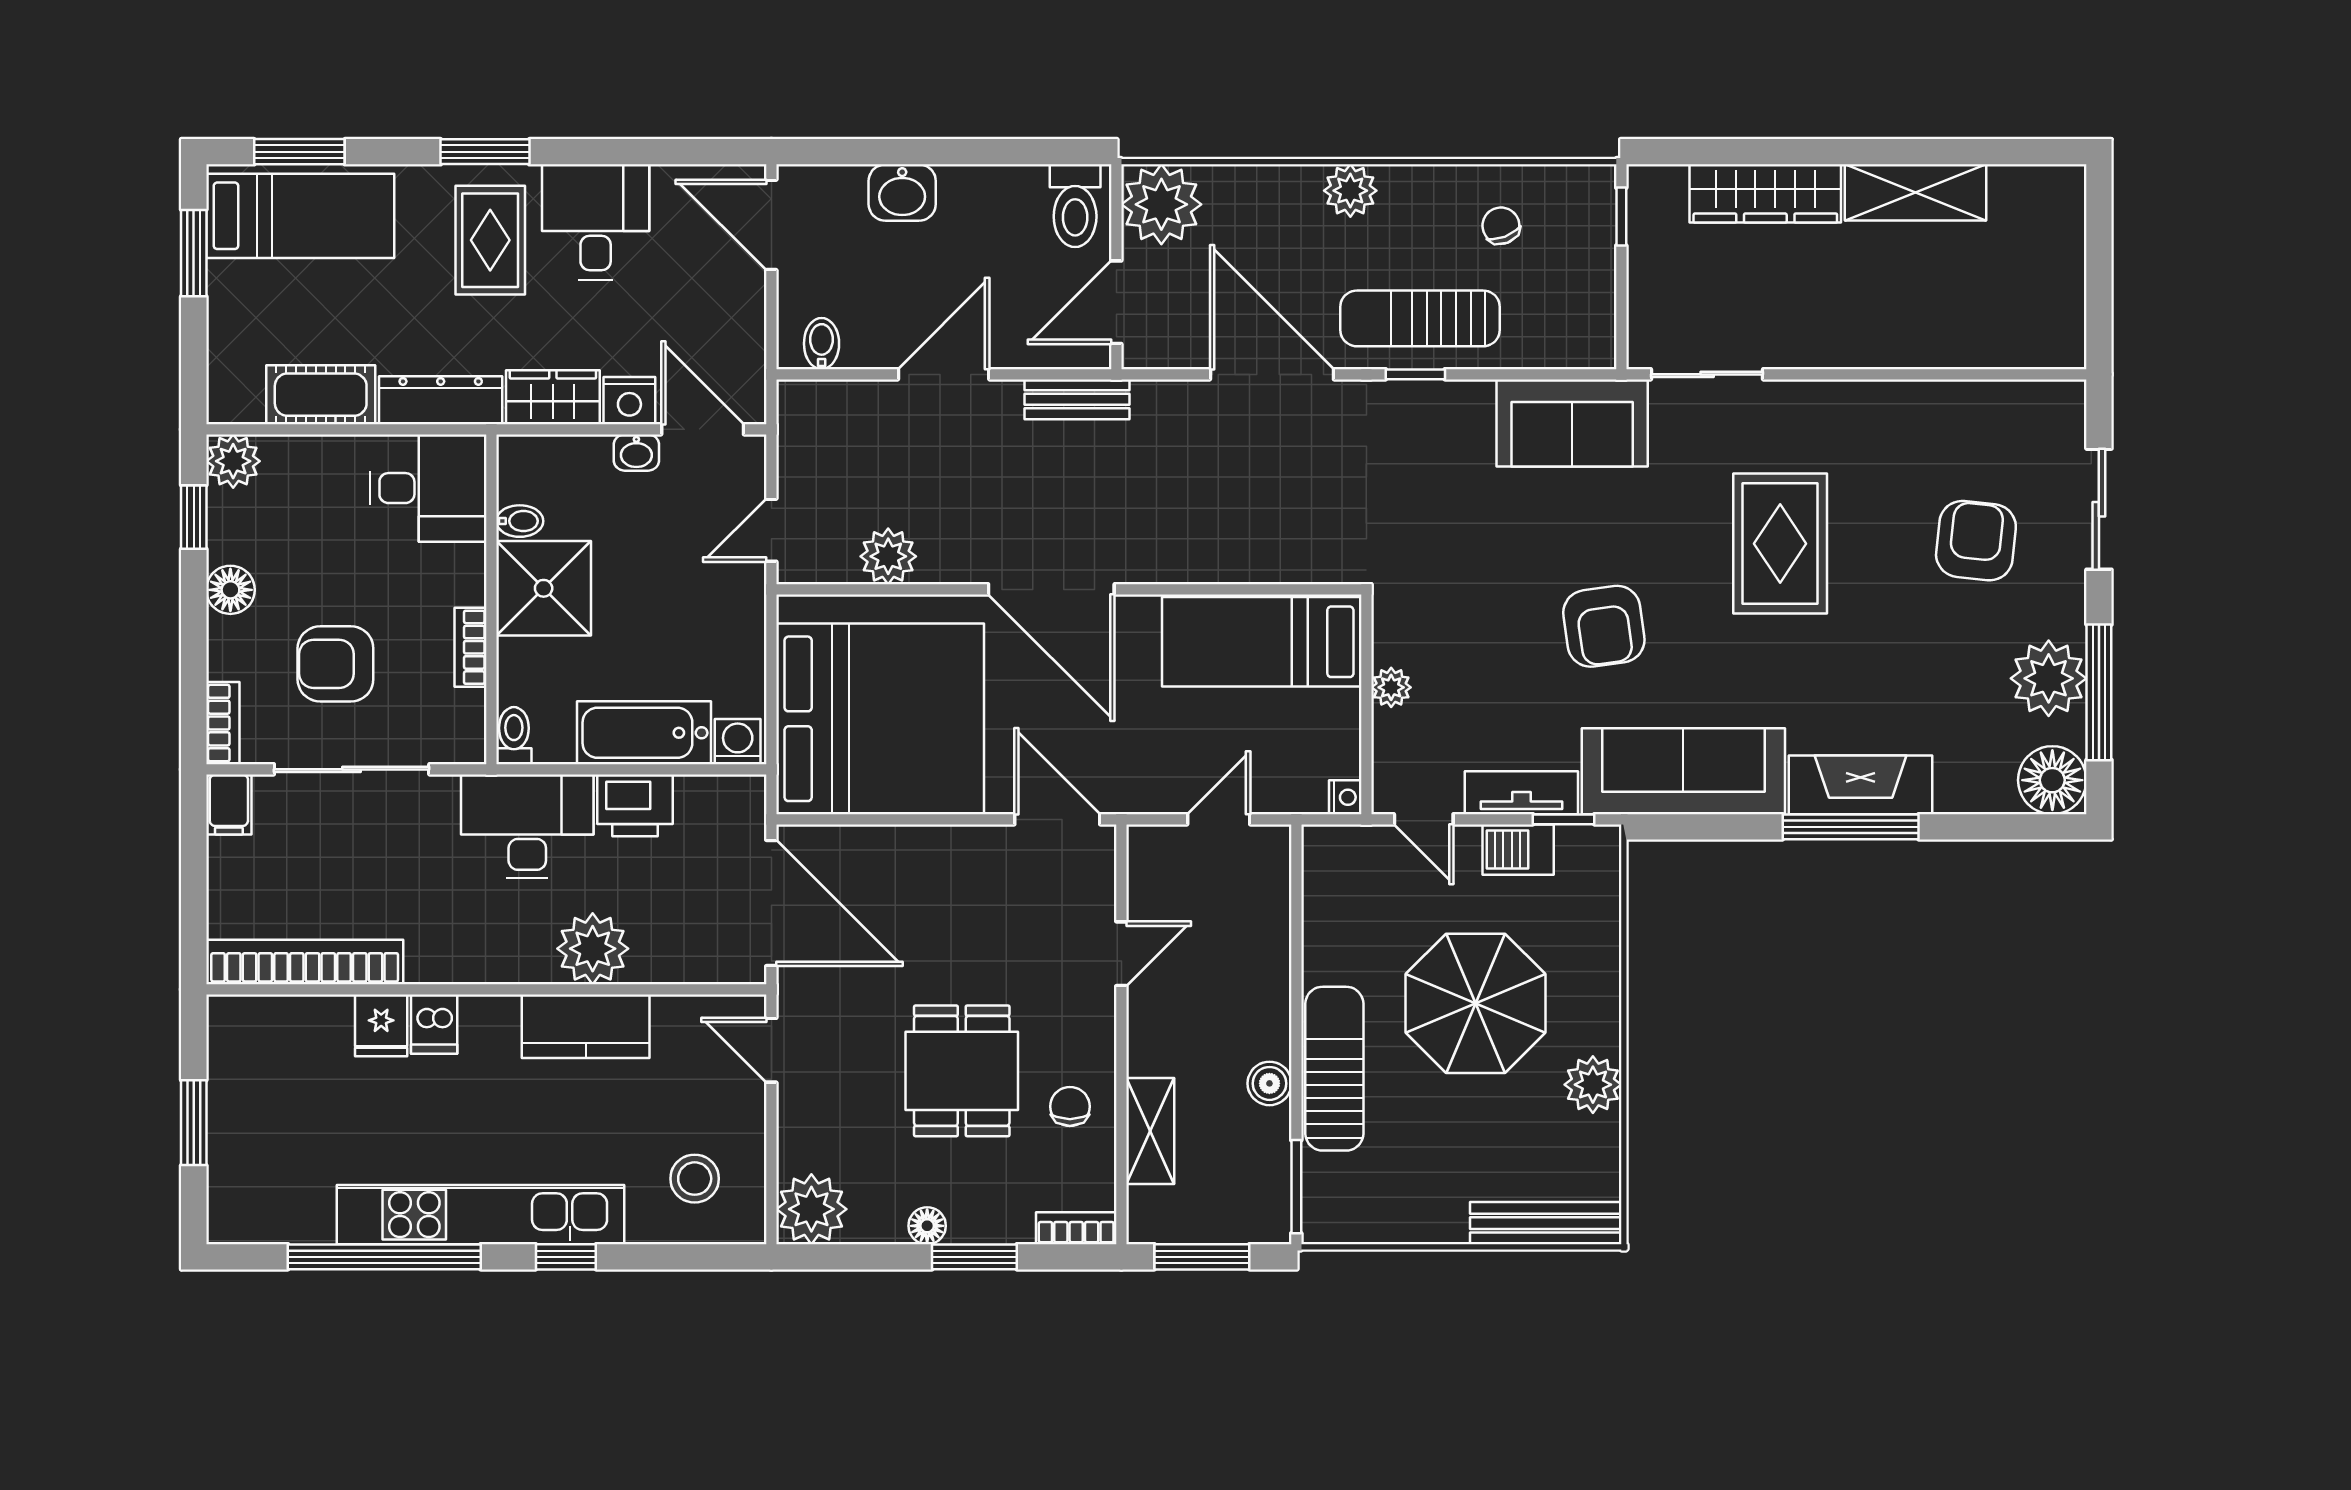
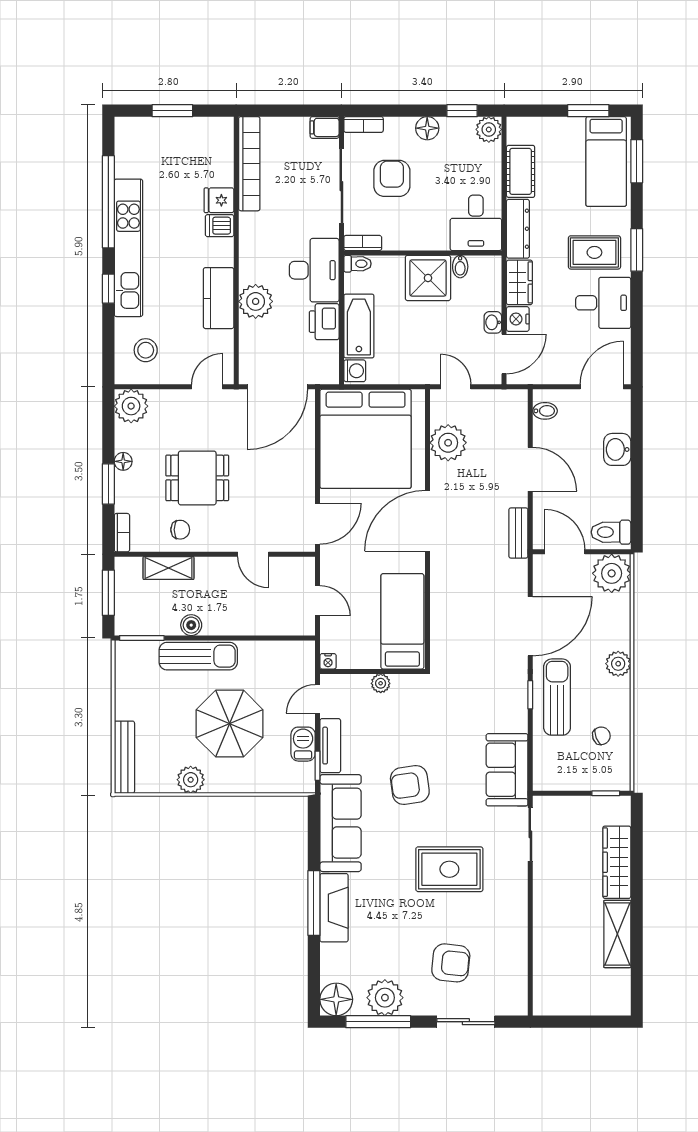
plant: (888, 556) -> (448, 443), width x1.36, depth x1.36
bookcase: (470, 647) -> (363, 243), moved

